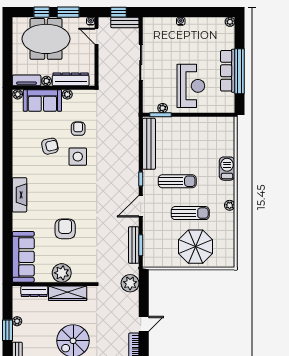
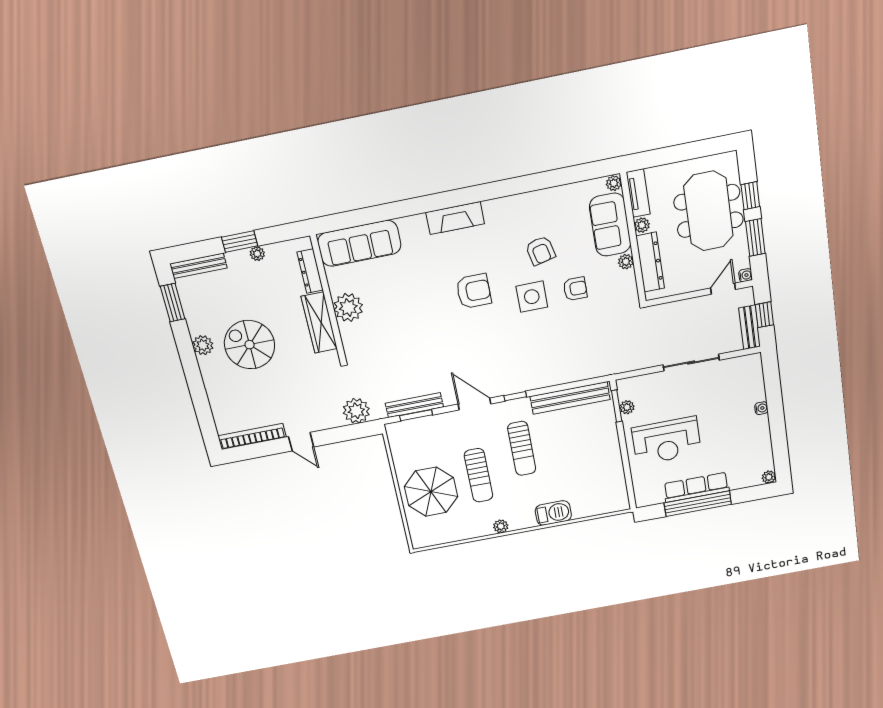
armchair: (65, 229) -> (474, 291), moved

